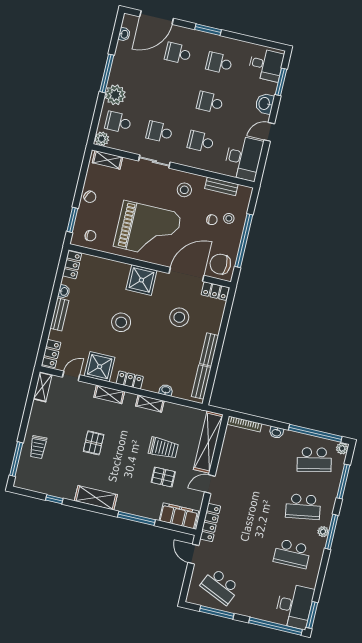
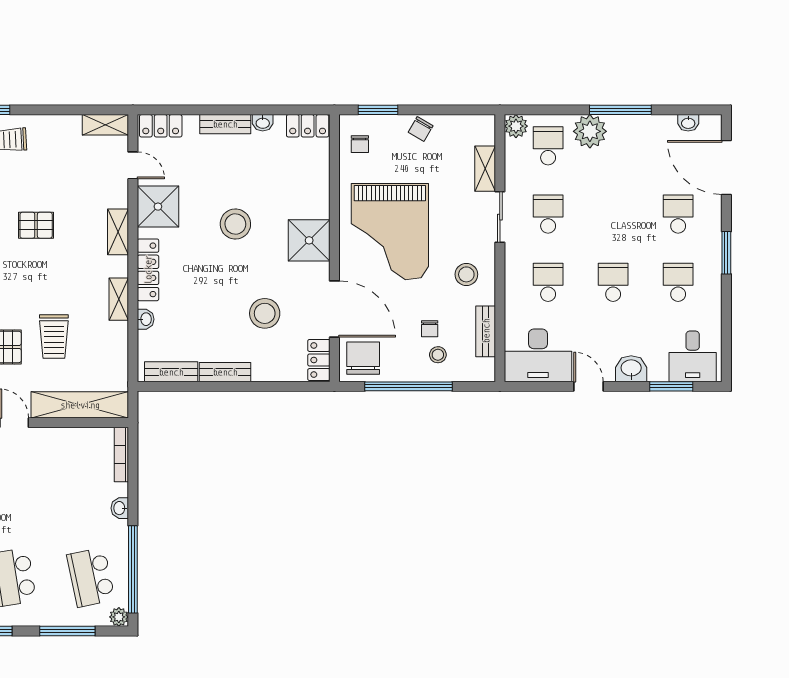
shelving: (108, 160) -> (485, 169), moved
locker: (130, 380) -> (148, 270), width x1.53

